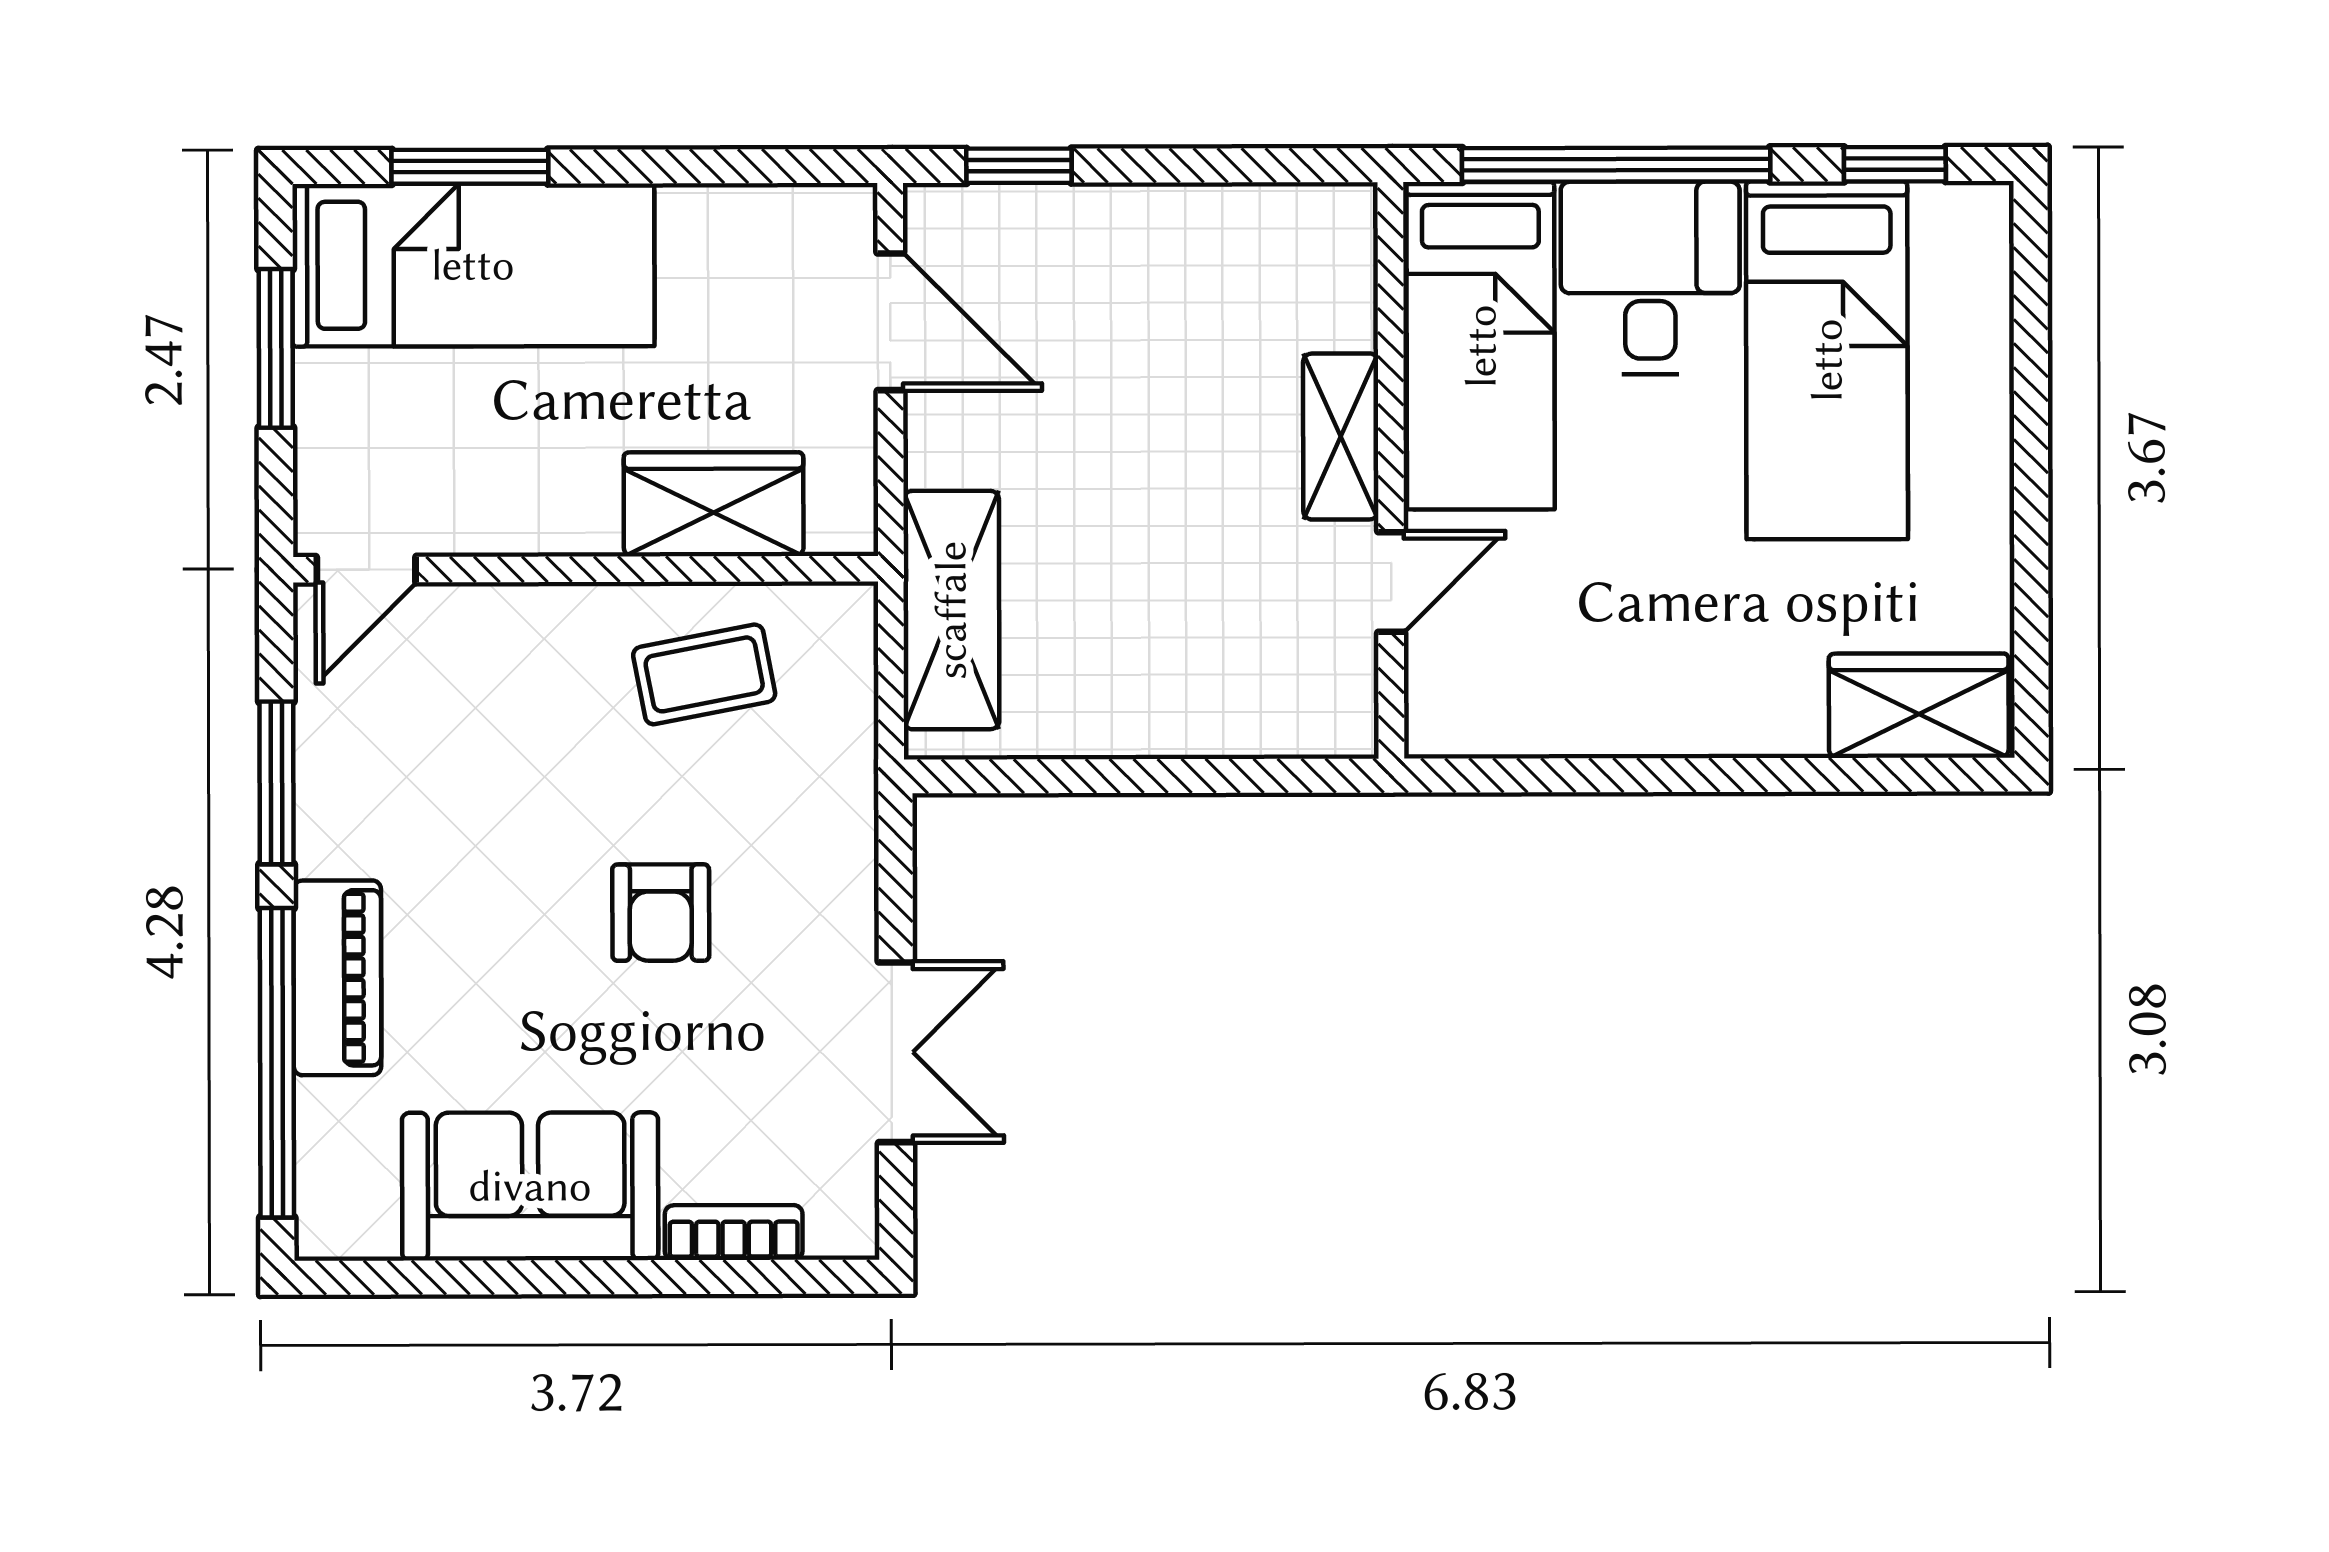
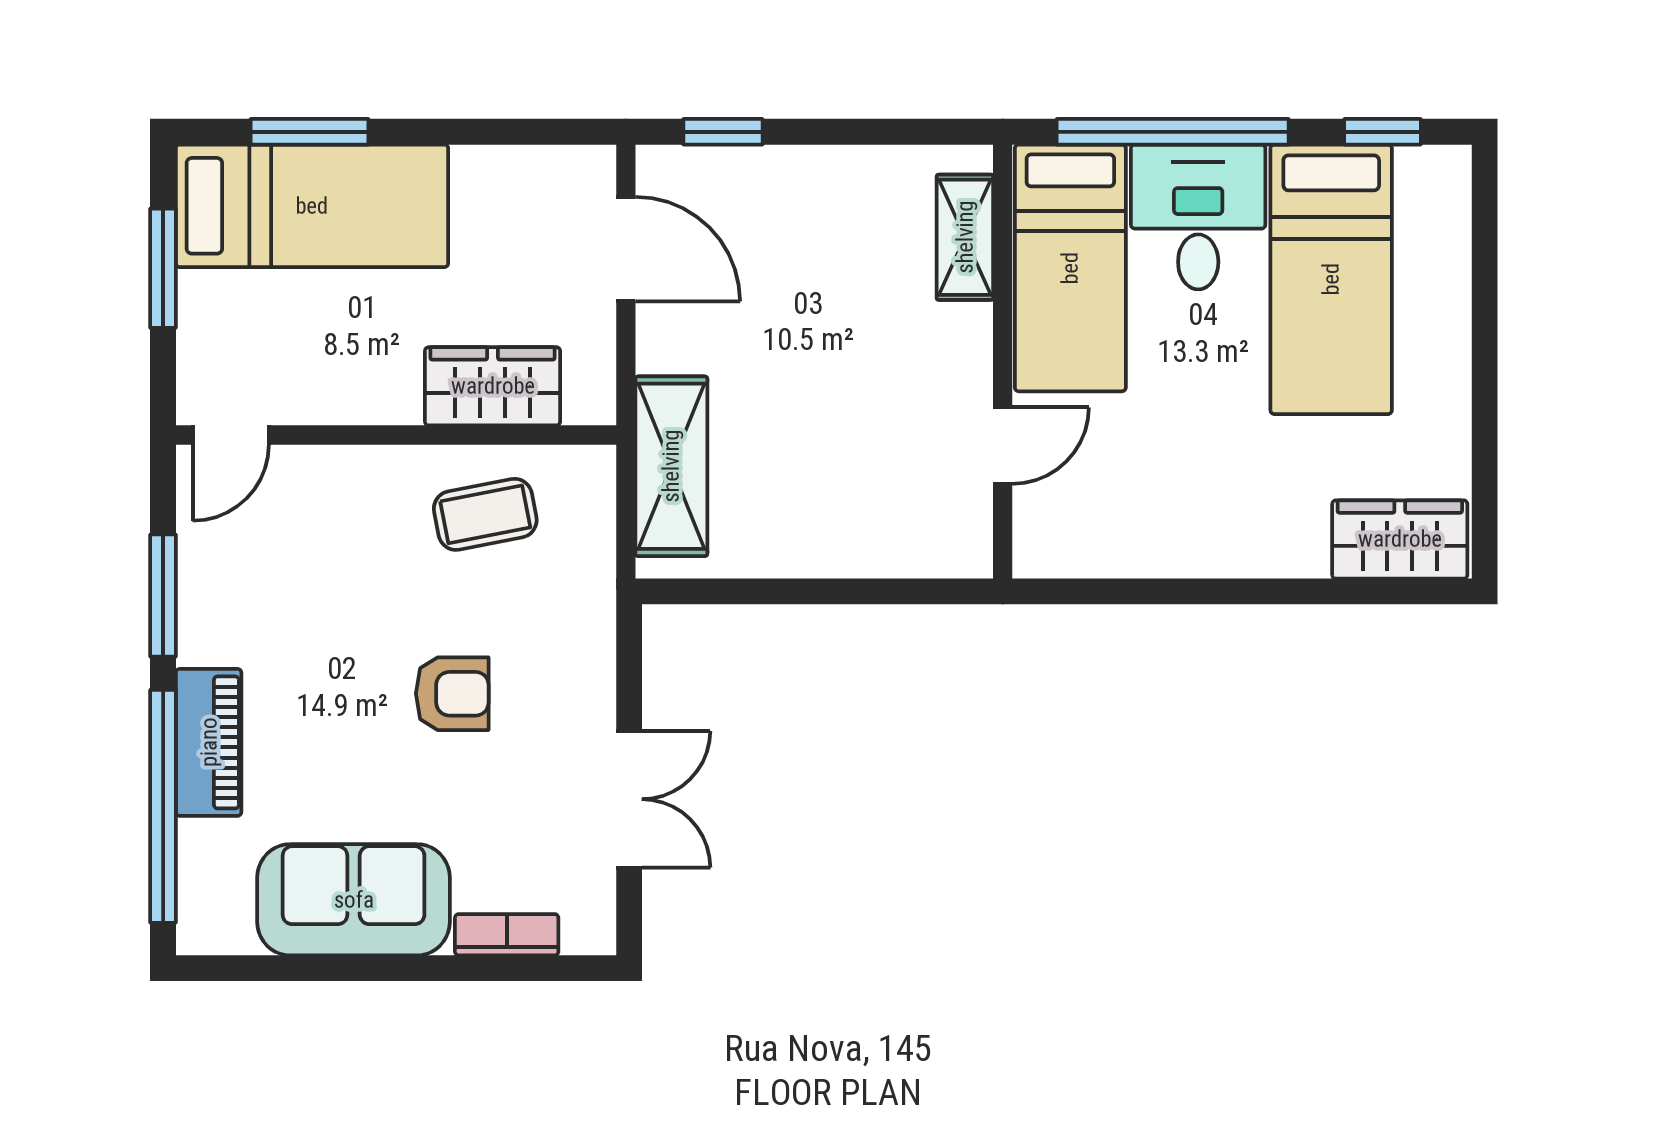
shelving: (1341, 436) -> (965, 237), moved
armchair: (661, 913) -> (452, 694), turned -90

